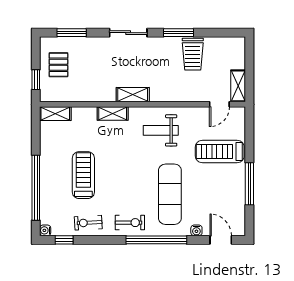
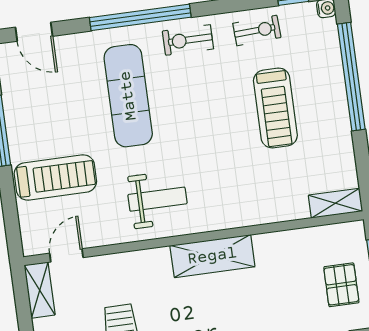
shelving: (133, 95) -> (212, 256), width x1.50, depth x1.33
shelving: (113, 114) -> (241, 216), removed
water cooler: (196, 230) -> (76, 42), removed

